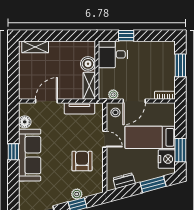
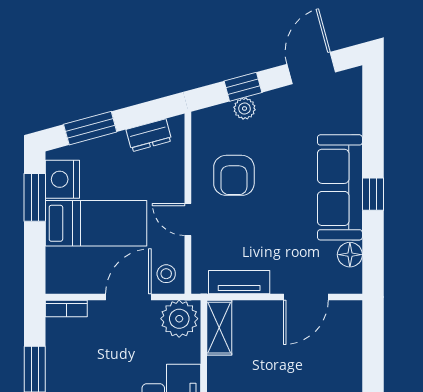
boiler: (88, 64) -> (222, 372), removed
plant: (113, 94) -> (179, 319), width x1.87, depth x1.87

